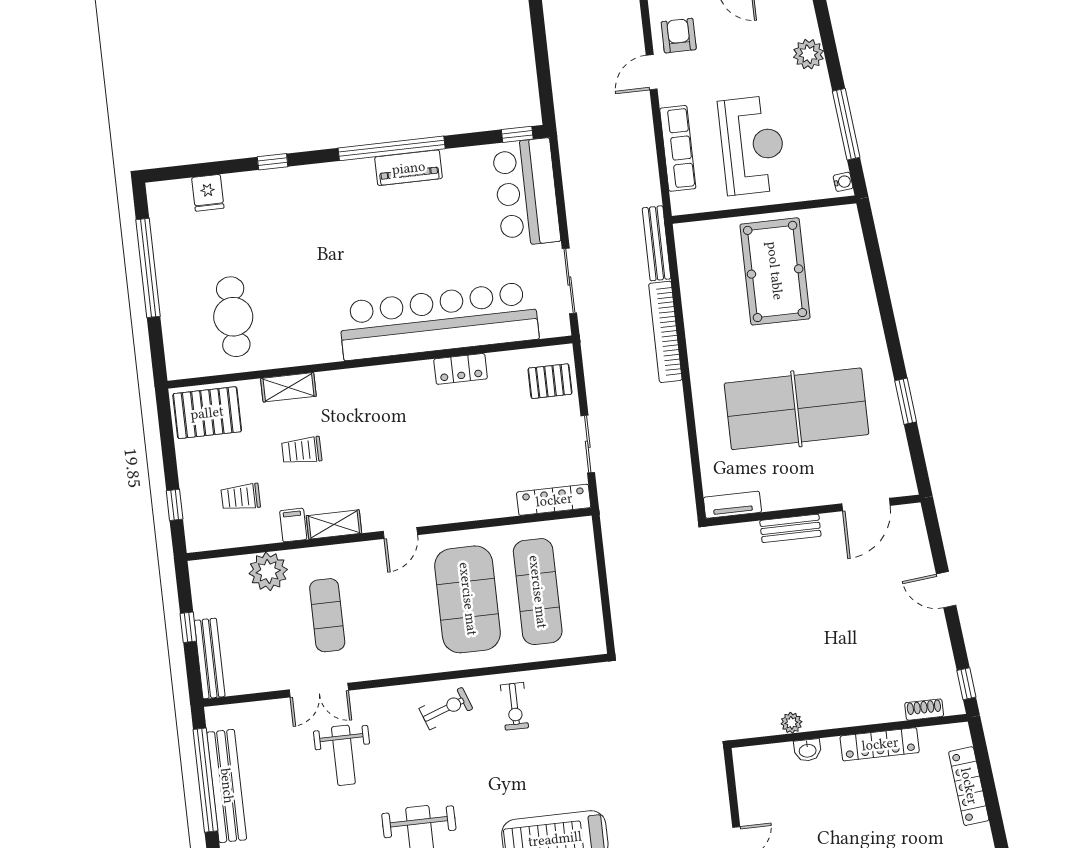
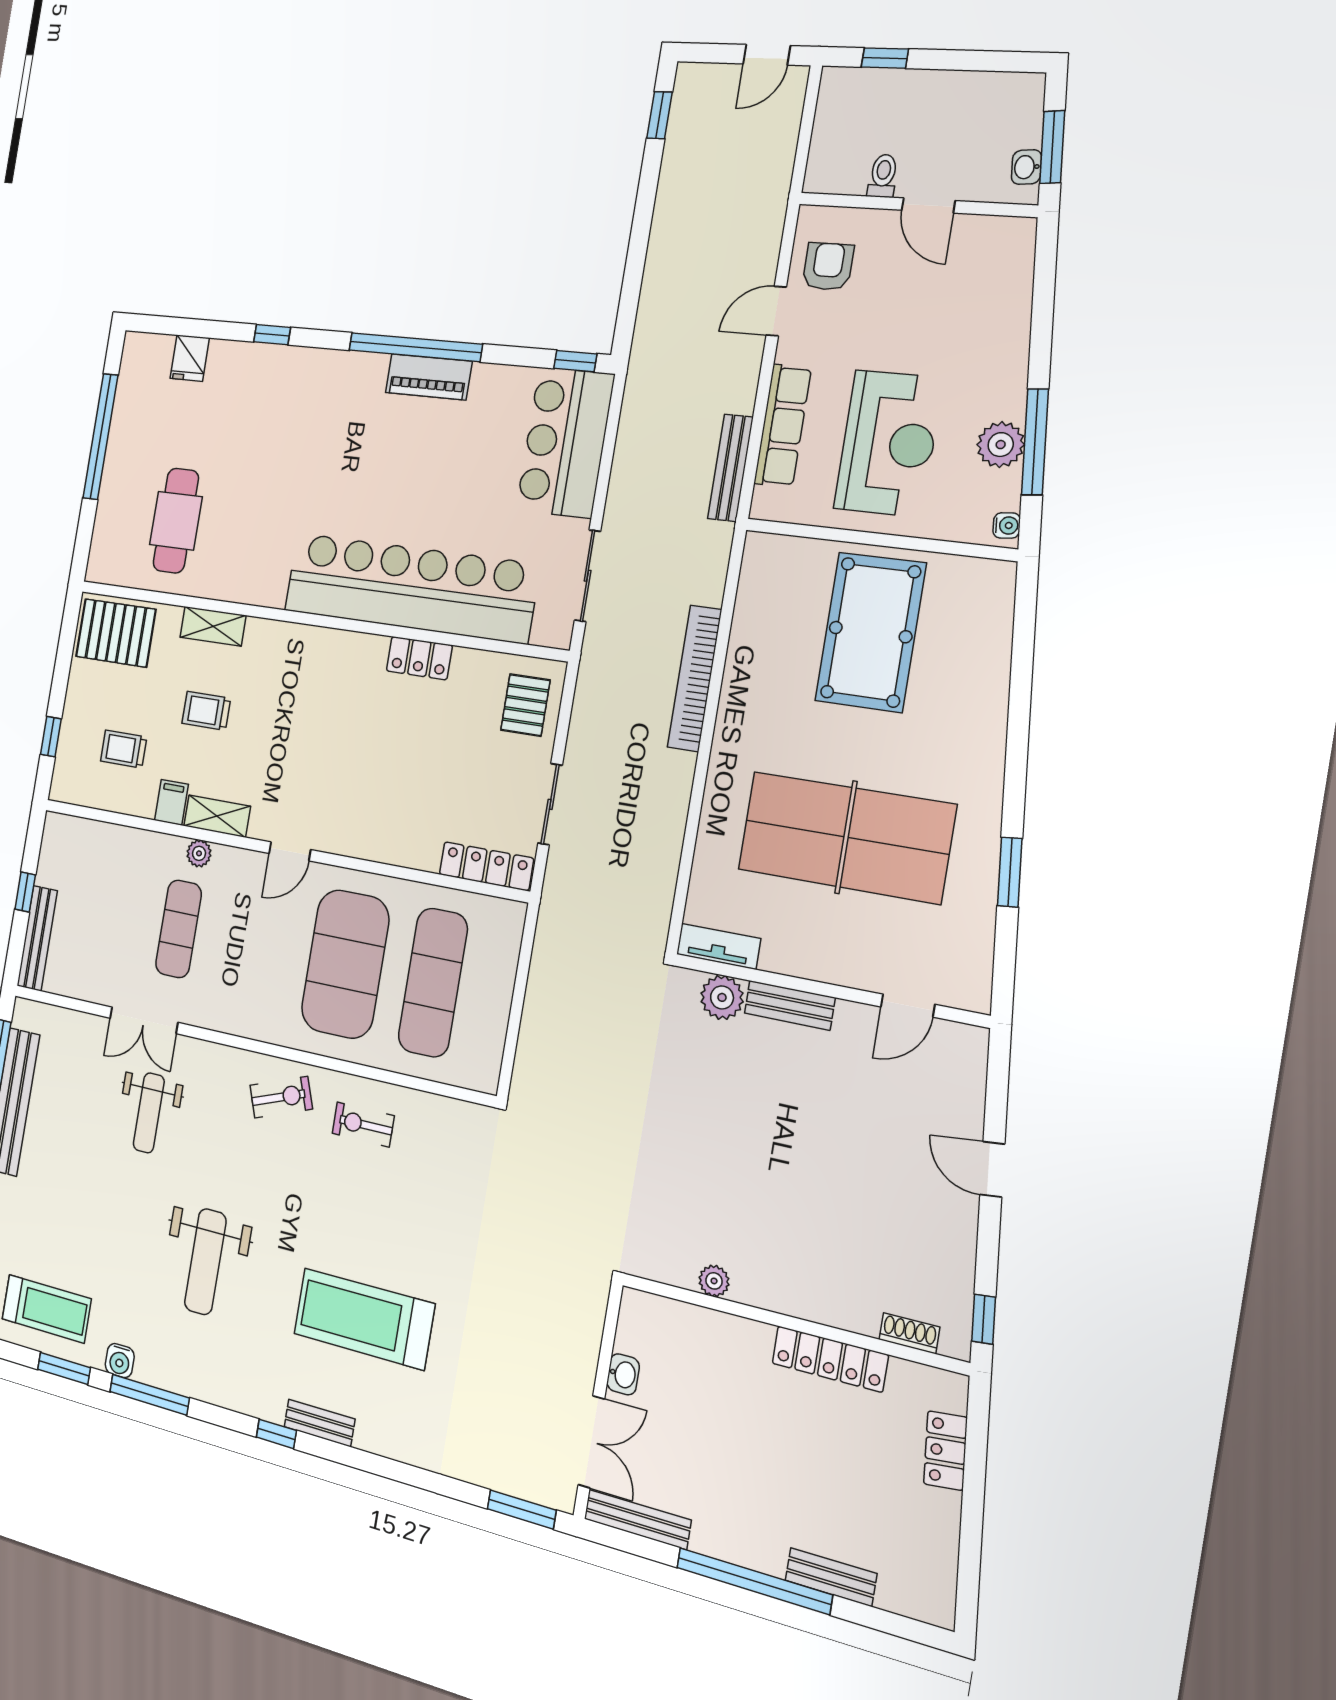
plant: (808, 54) -> (1001, 445), moved
bench: (656, 243) -> (730, 468), moved
pallet: (550, 381) -> (525, 705), turned 90
door: (866, 505) -> (908, 1006), width x0.73
plant: (744, 537) -> (722, 997), added
plant: (268, 571) -> (199, 853), moved, width x0.53, depth x0.53
exercise bike: (514, 706) -> (363, 1125), turned 90
washbasin: (808, 750) -> (623, 1374), moved, turned -90
locker: (969, 786) -> (945, 1451), width x0.66

